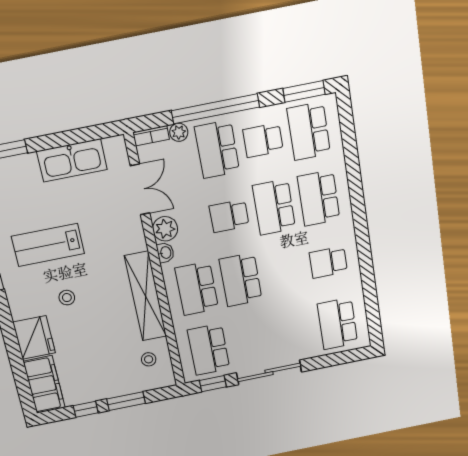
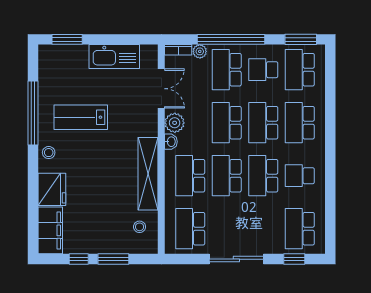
school desk: (229, 216) -> (227, 123), width x1.85
school desk: (285, 271) -> (263, 176), added
stool: (67, 298) -> (49, 153), moved
window: (213, 384) -> (294, 259), moved

